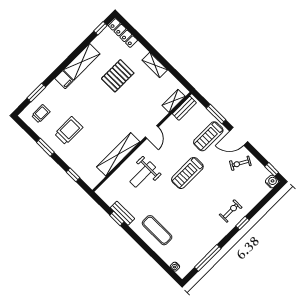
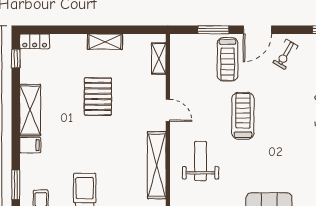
locker: (123, 33) -> (35, 41), width x0.66
pallet: (118, 76) -> (98, 96), moved
bench: (184, 108) -> (176, 55), removed
treadmill: (187, 173) -> (243, 116), turned 180
weight bench: (143, 174) -> (201, 161), turned 180

